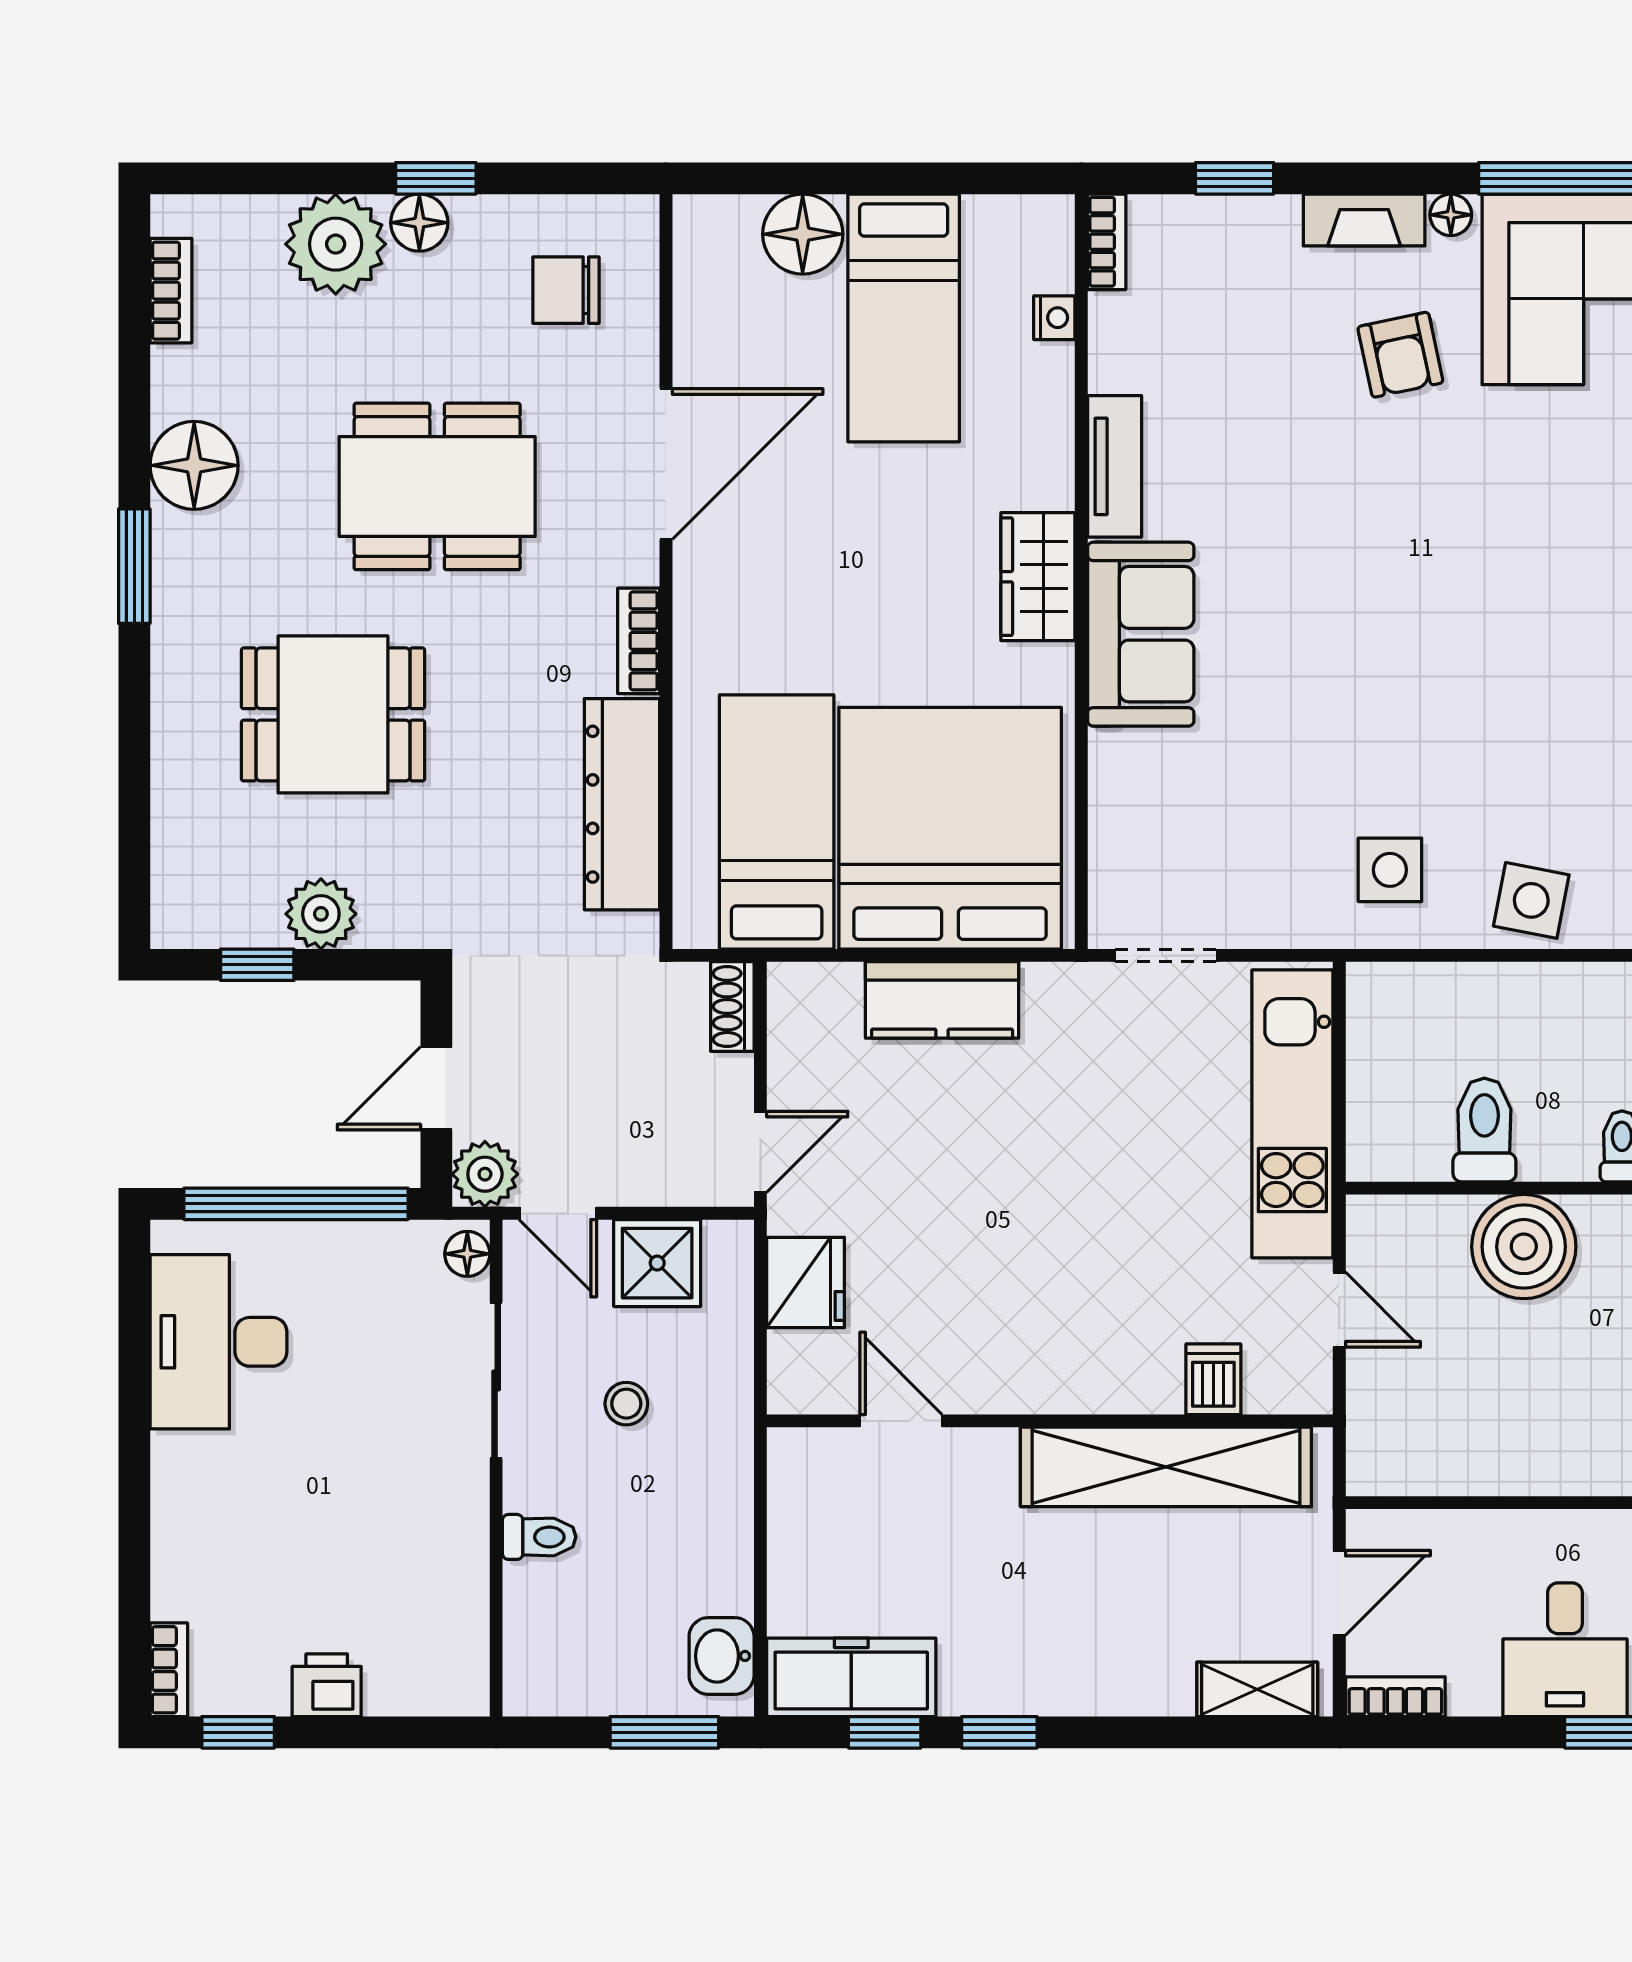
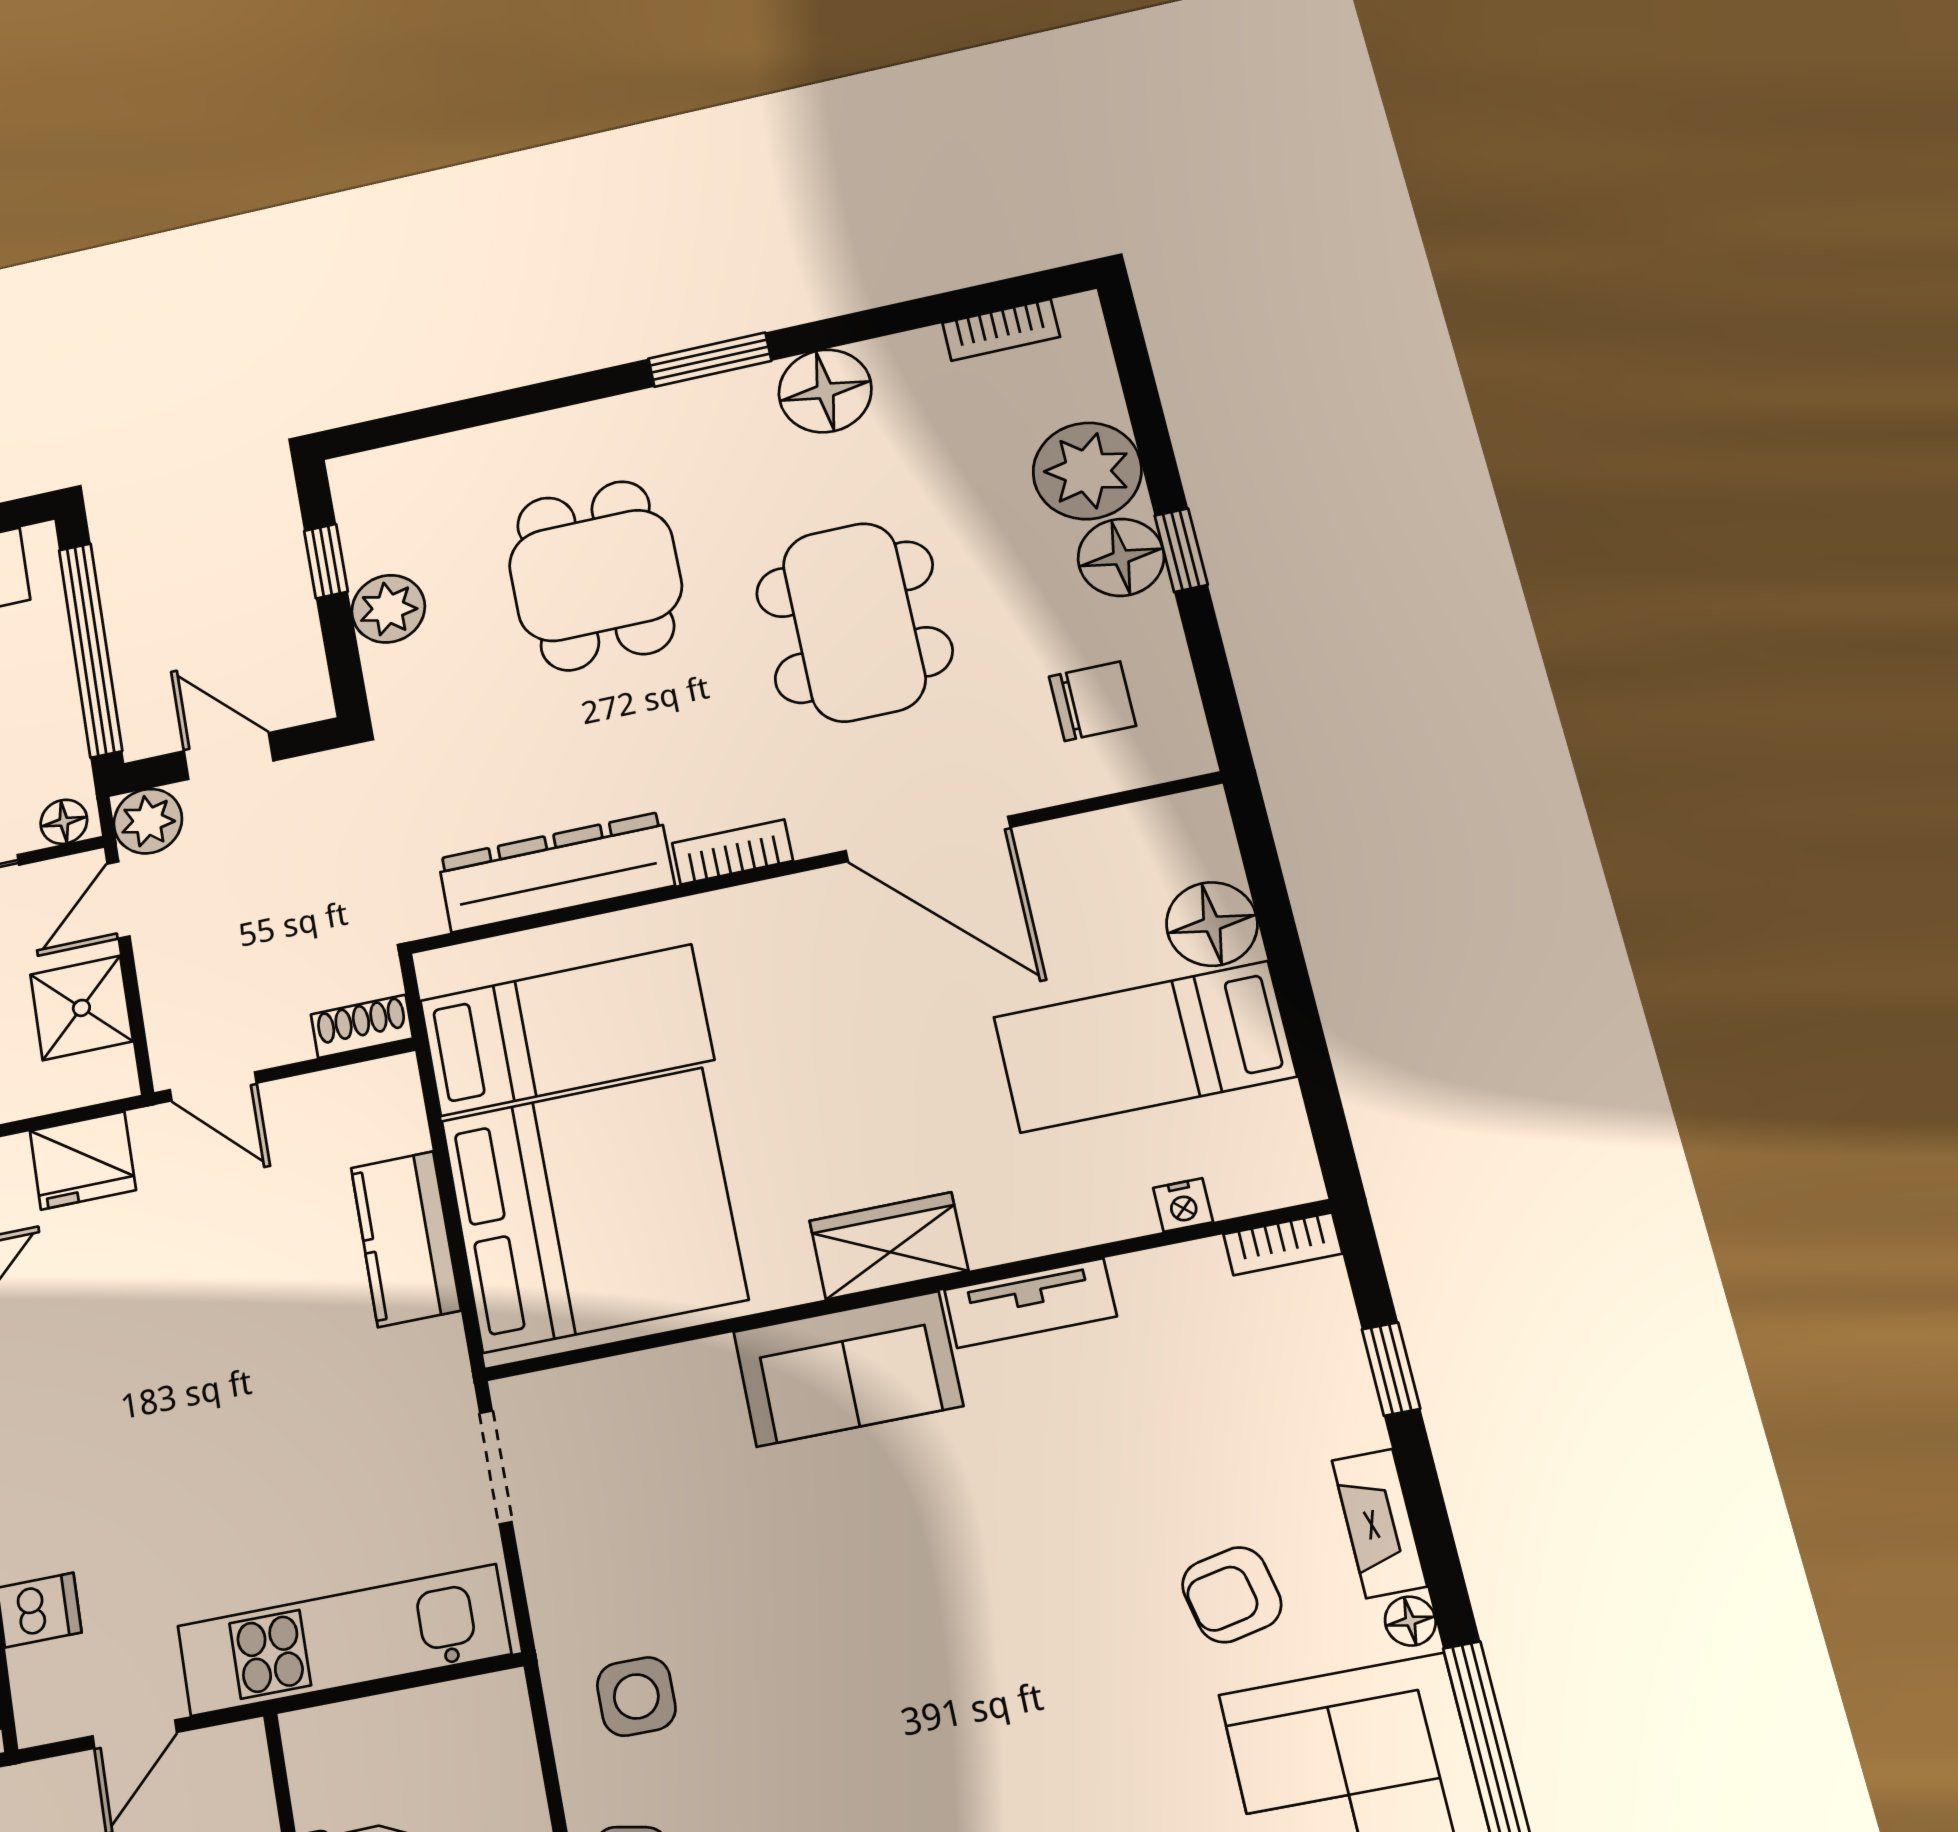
floor lamp: (419, 223) -> (1121, 557), width x1.38, depth x1.38
chair: (566, 290) -> (1092, 701), turned 90

